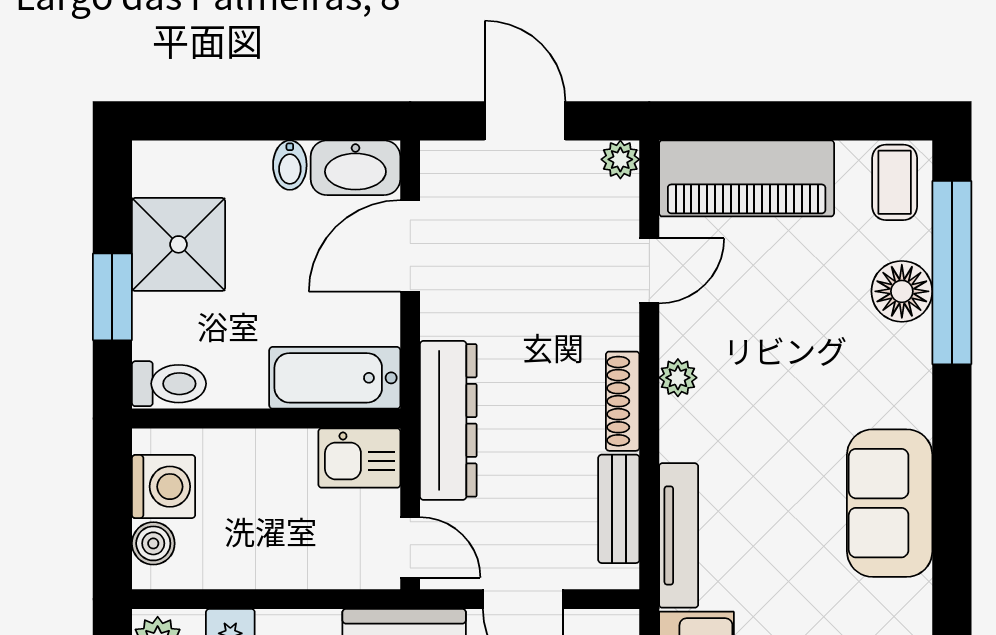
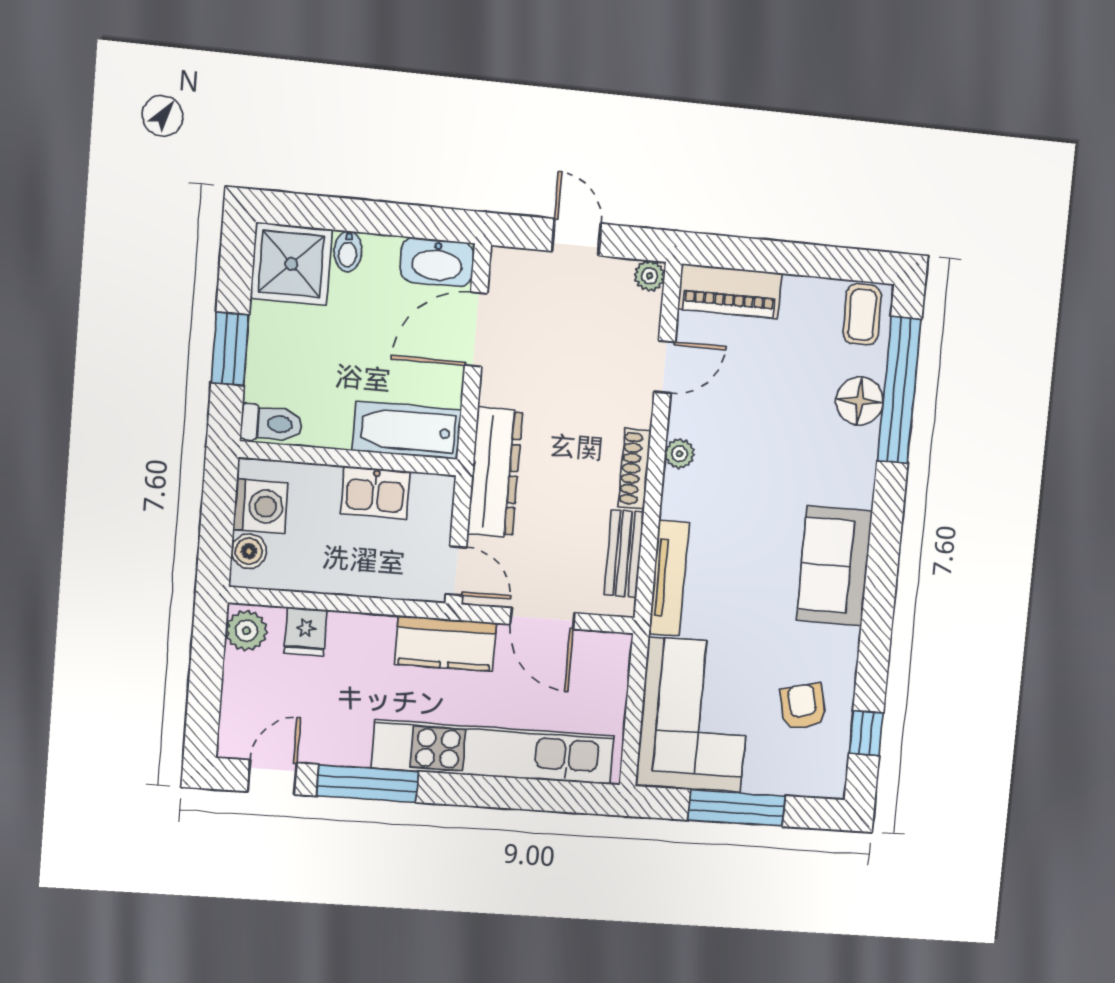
door: (525, 121) -> (577, 237), width x0.73
bidet: (290, 165) -> (348, 251), moved
piano: (747, 178) -> (730, 291), width x0.73, depth x0.75
shower: (178, 244) -> (291, 264), moved
kitchen sink: (359, 458) -> (375, 492), moved

